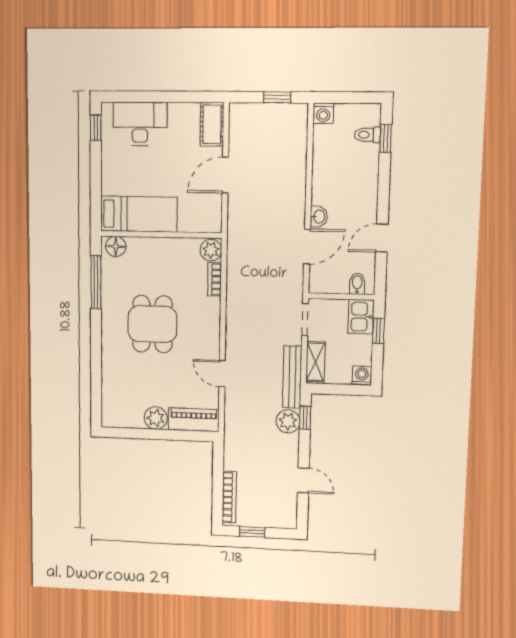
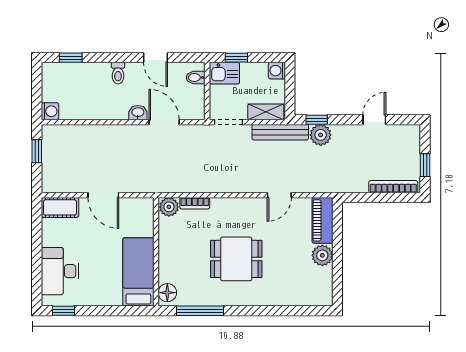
toilet: (367, 135) -> (118, 73), moved

